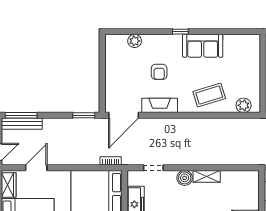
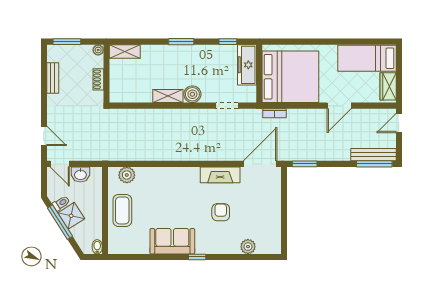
coffee table: (209, 95) -> (122, 210), moved, turned -73
door: (36, 168) -> (339, 106), moved

